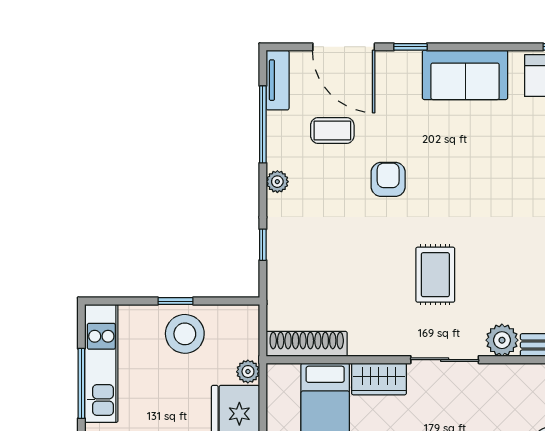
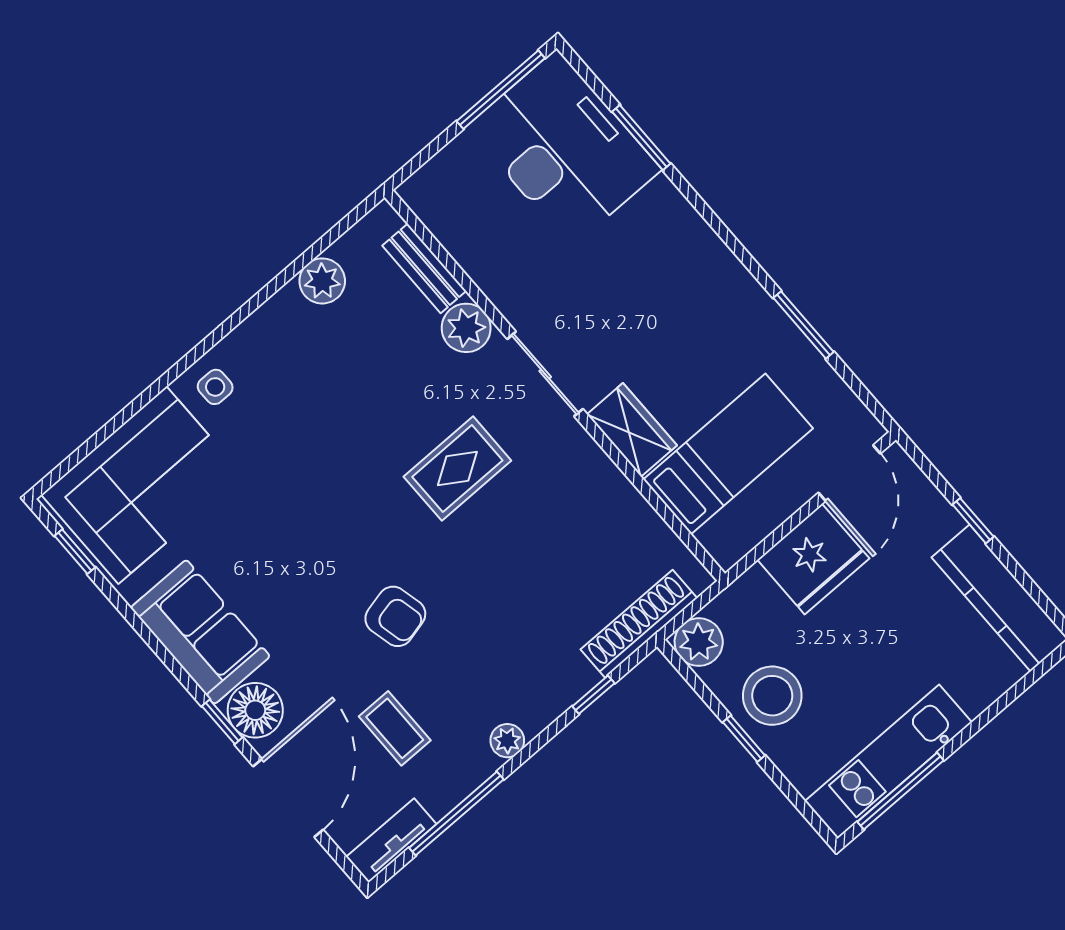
floor lamp: (402, 68) -> (255, 710), added
armchair: (388, 179) -> (395, 616), turned -103
shoe rack: (307, 344) -> (639, 624), moved, turned 90
plant: (248, 372) -> (699, 642), moved, width x1.38, depth x1.38
window: (81, 383) -> (901, 791), moved

